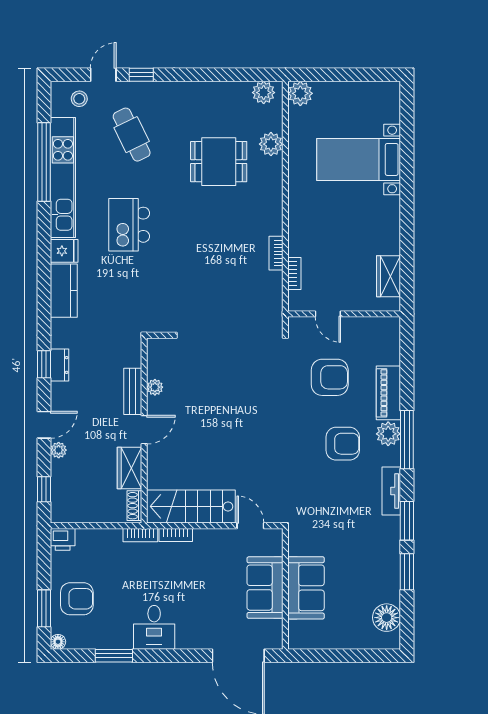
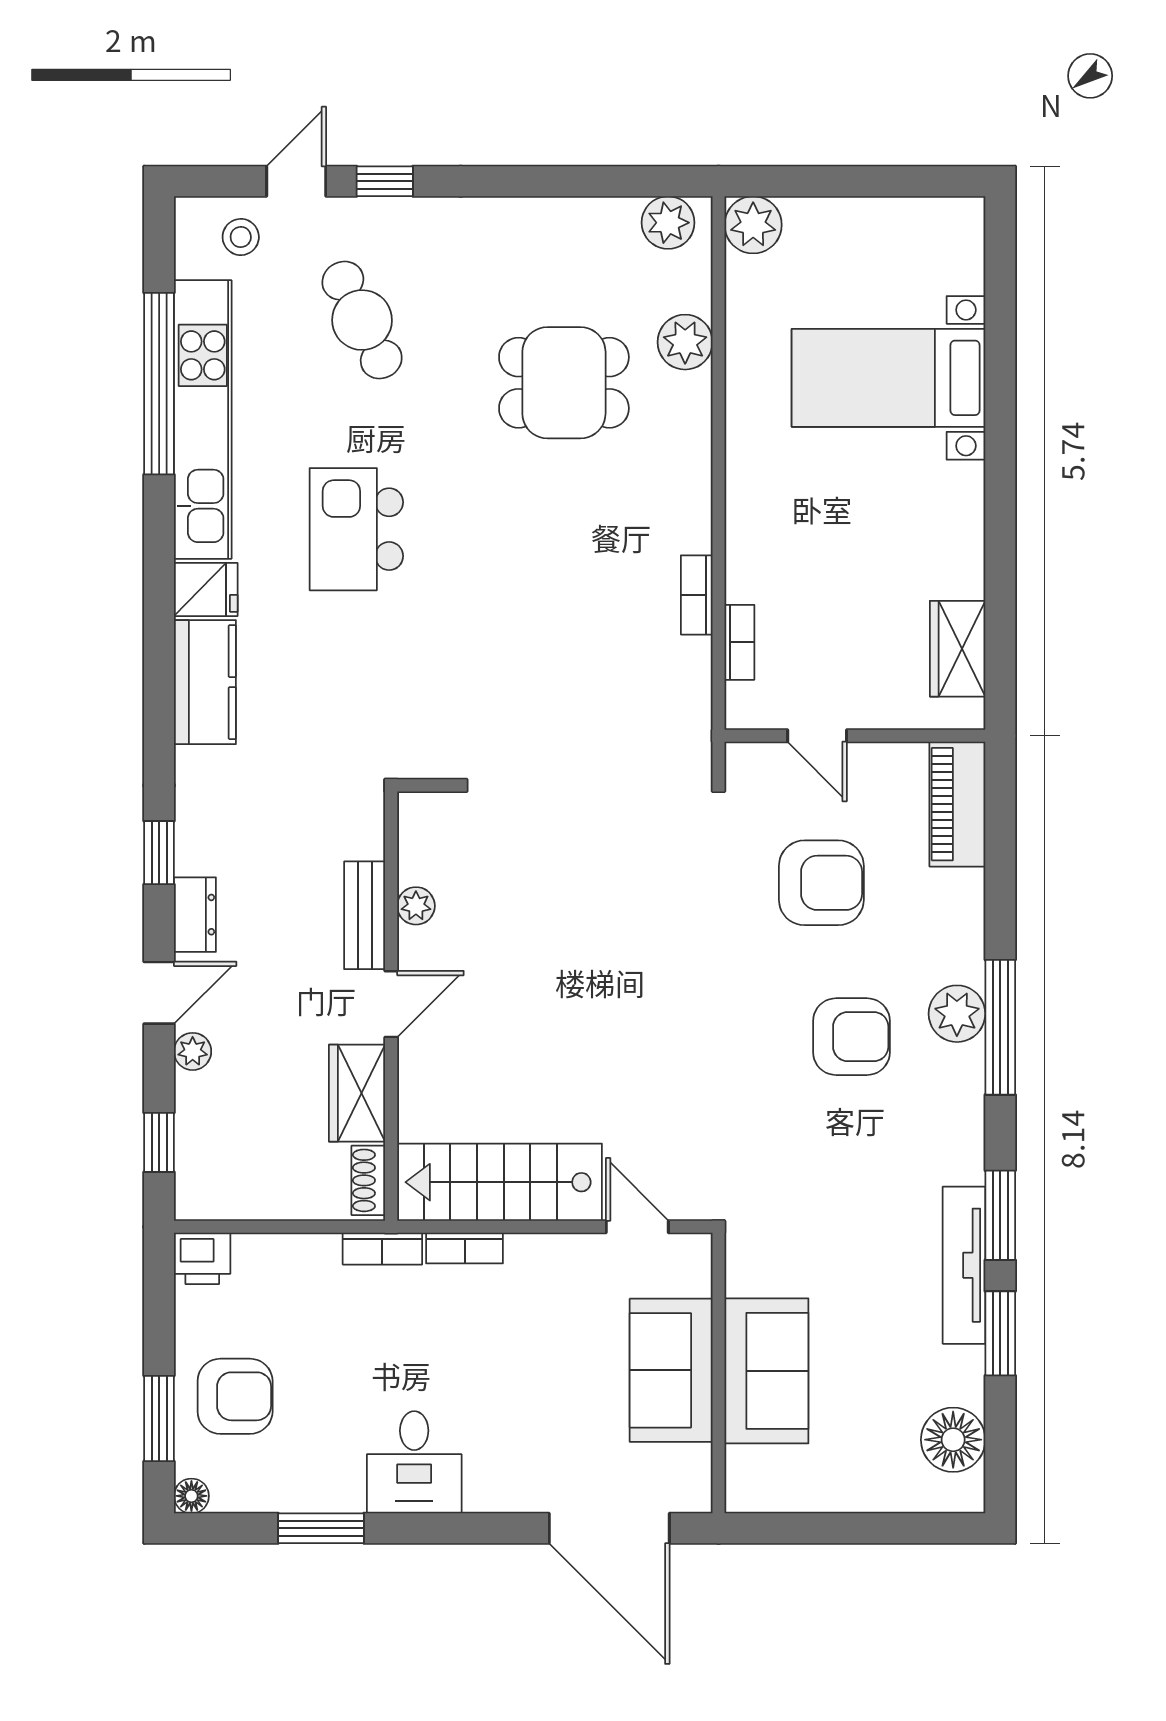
dresser: (60, 365) -> (195, 915), moved
piano: (388, 393) -> (957, 804), moved
tv unit: (391, 491) -> (964, 1265), moved, width x1.41

